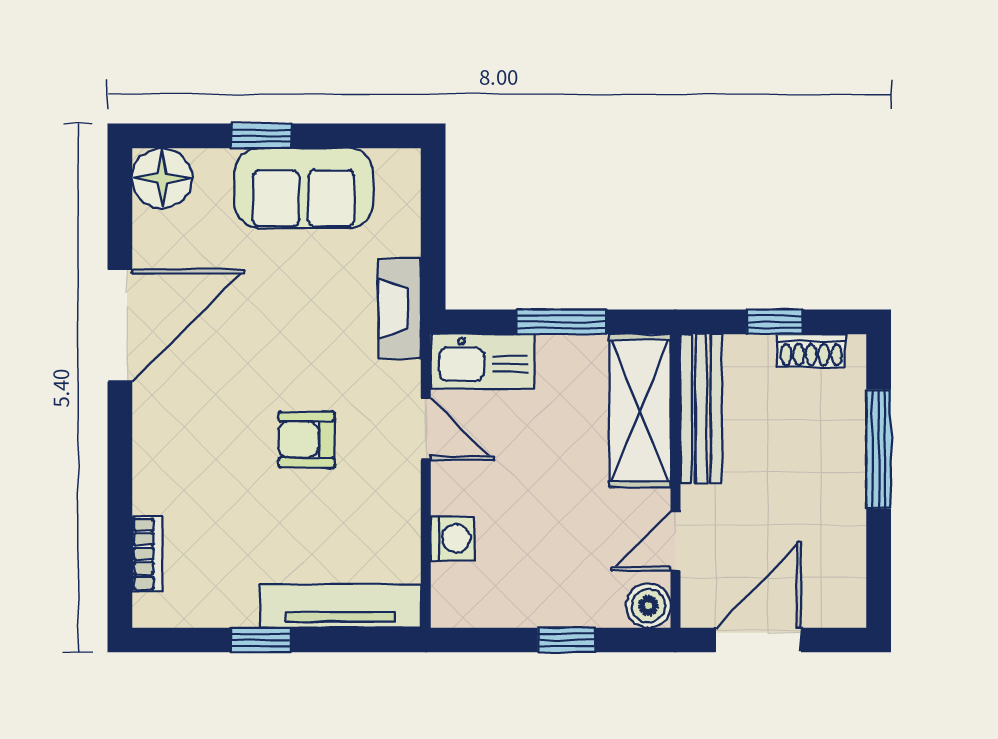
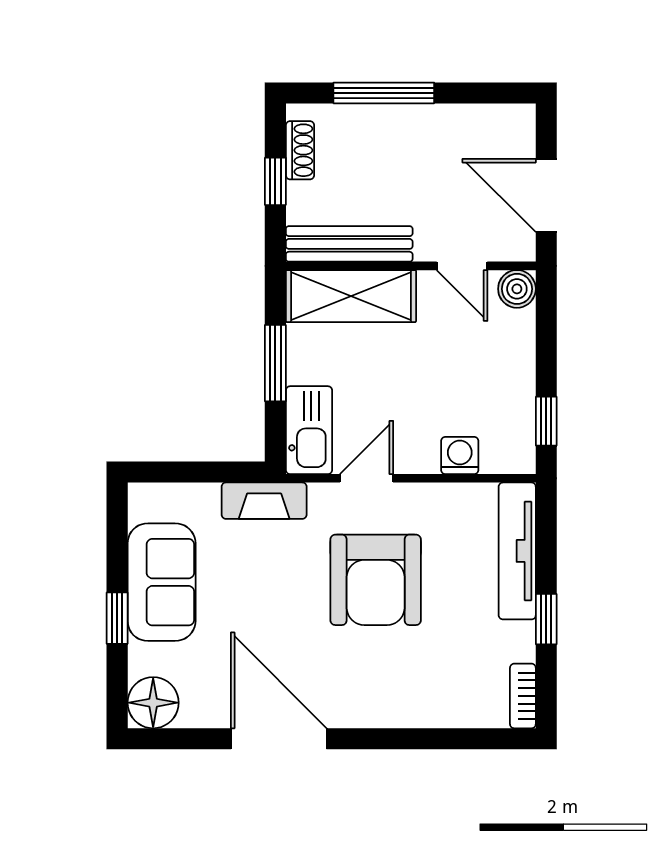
armchair: (306, 440) -> (376, 580), width x1.88, depth x1.88
bookcase: (147, 554) -> (523, 696), moved, turned -90
window: (567, 640) -> (546, 421), moved

